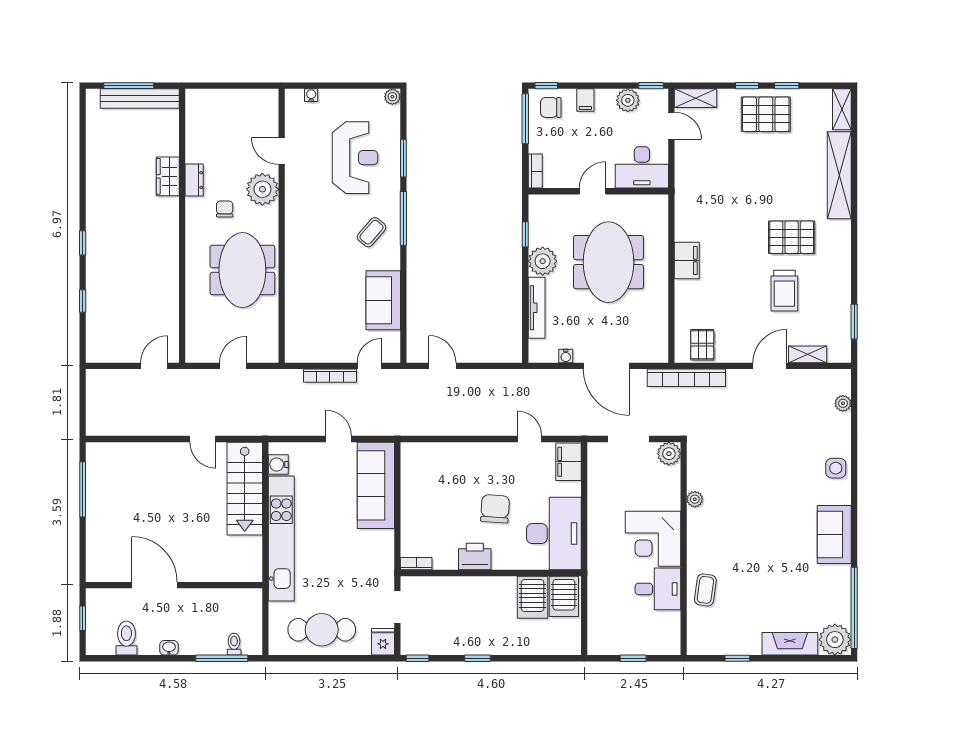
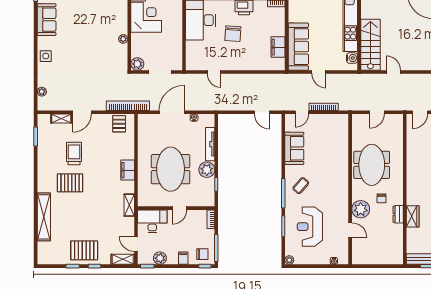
shelving: (842, 109) -> (129, 205), moved
door: (606, 366) -> (172, 112), hinge flipped
filing cabinet: (569, 462) -> (278, 47), moved, turned 180

